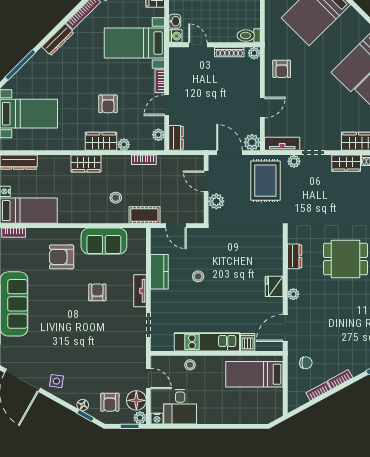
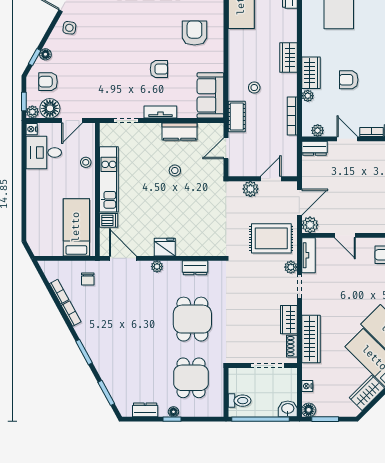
bookcase: (144, 160) -> (292, 116), width x1.56
sofa: (104, 241) -> (210, 95), moved

